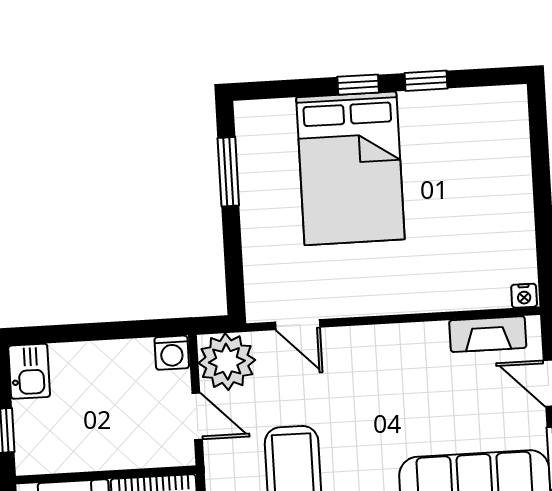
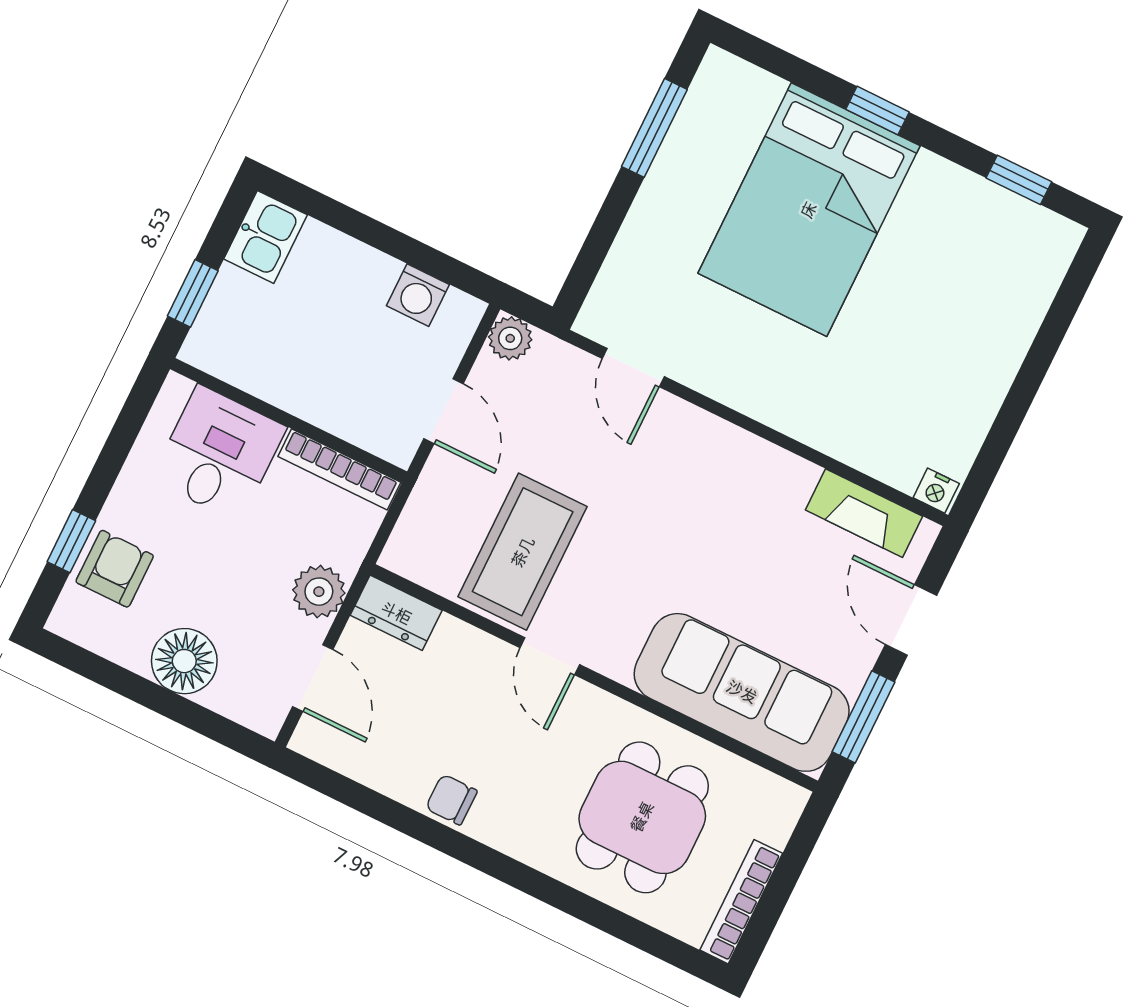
window: (426, 81) -> (1019, 180), moved
washing machine: (172, 353) -> (418, 295), moved
plant: (227, 362) -> (510, 338), width x0.53, depth x0.53

